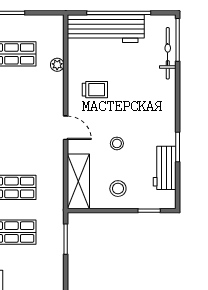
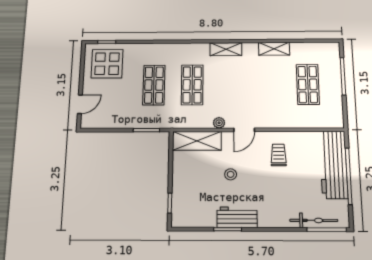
plant: (57, 65) -> (219, 123), moved
trolley: (95, 90) -> (279, 155), turned 180
workbench: (165, 168) -> (237, 217), moved
stool: (118, 189) -> (190, 175), removed

